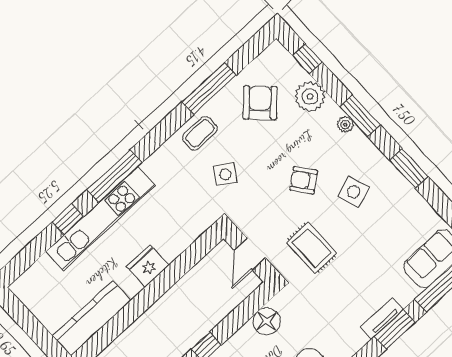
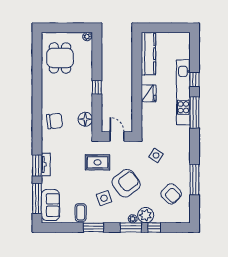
window: (307, 59) -> (154, 227), moved
plant: (310, 97) -> (146, 215), moved
coffee table: (200, 133) -> (81, 213), moved
armchair: (304, 180) -> (126, 183), width x1.88, depth x1.88

